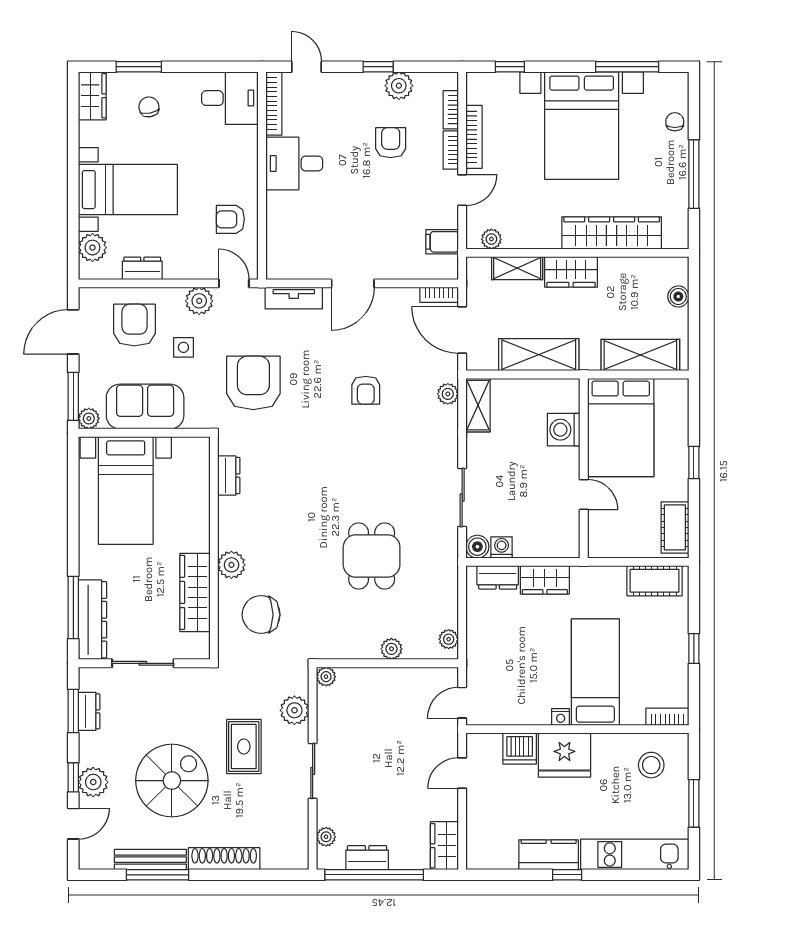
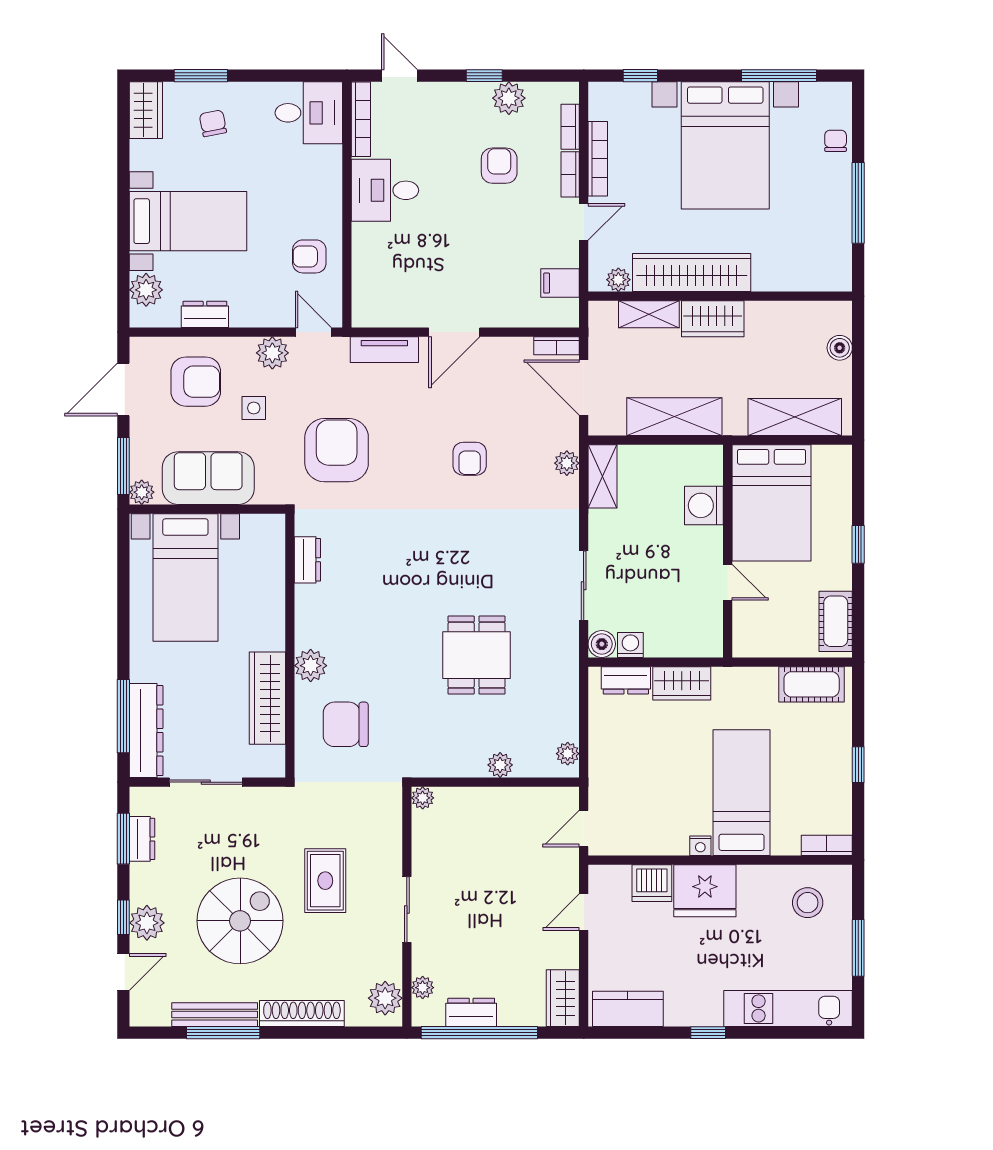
wardrobe: (612, 233) -> (692, 273), moved
armchair: (134, 325) -> (196, 382), turned 90
plant: (294, 710) -> (385, 998), moved
kitchen counter: (549, 855) -> (628, 1009), moved

